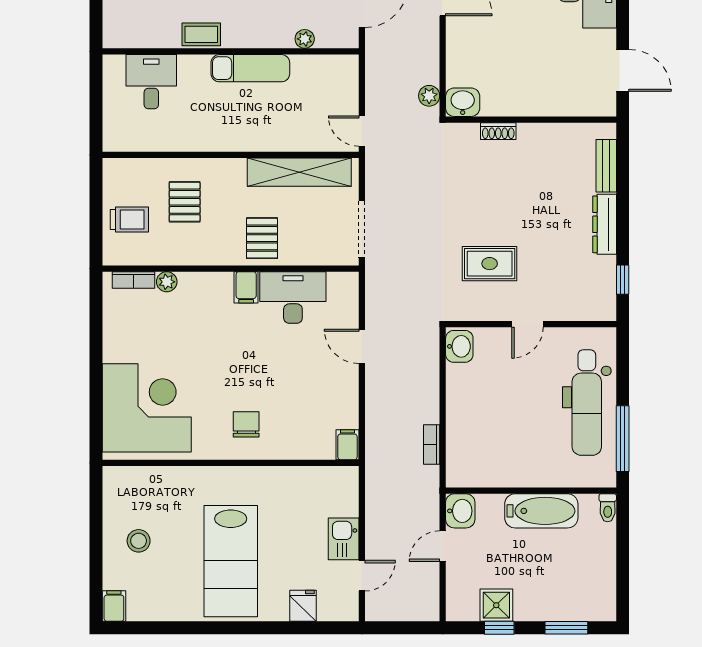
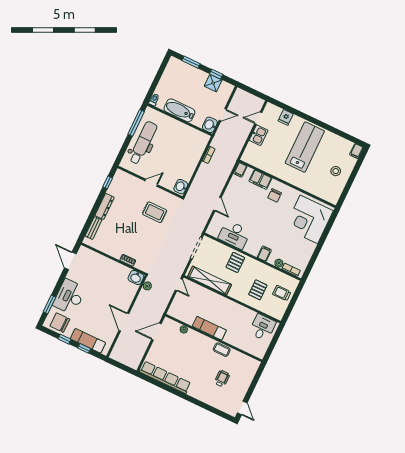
desk: (151, 82) -> (262, 327), moved, turned 180
filing cabinet: (246, 287) -> (264, 254), moved
filing cabinet: (293, 444) -> (260, 180), added

